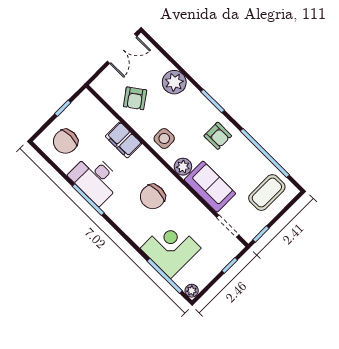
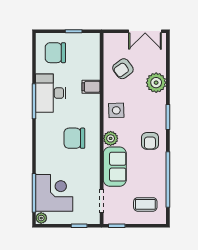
filing cabinet: (124, 140) -> (91, 87), width x0.50
coffee table: (267, 193) -> (145, 204), width x0.73, depth x0.77
corner desk: (171, 248) -> (54, 193), moved

